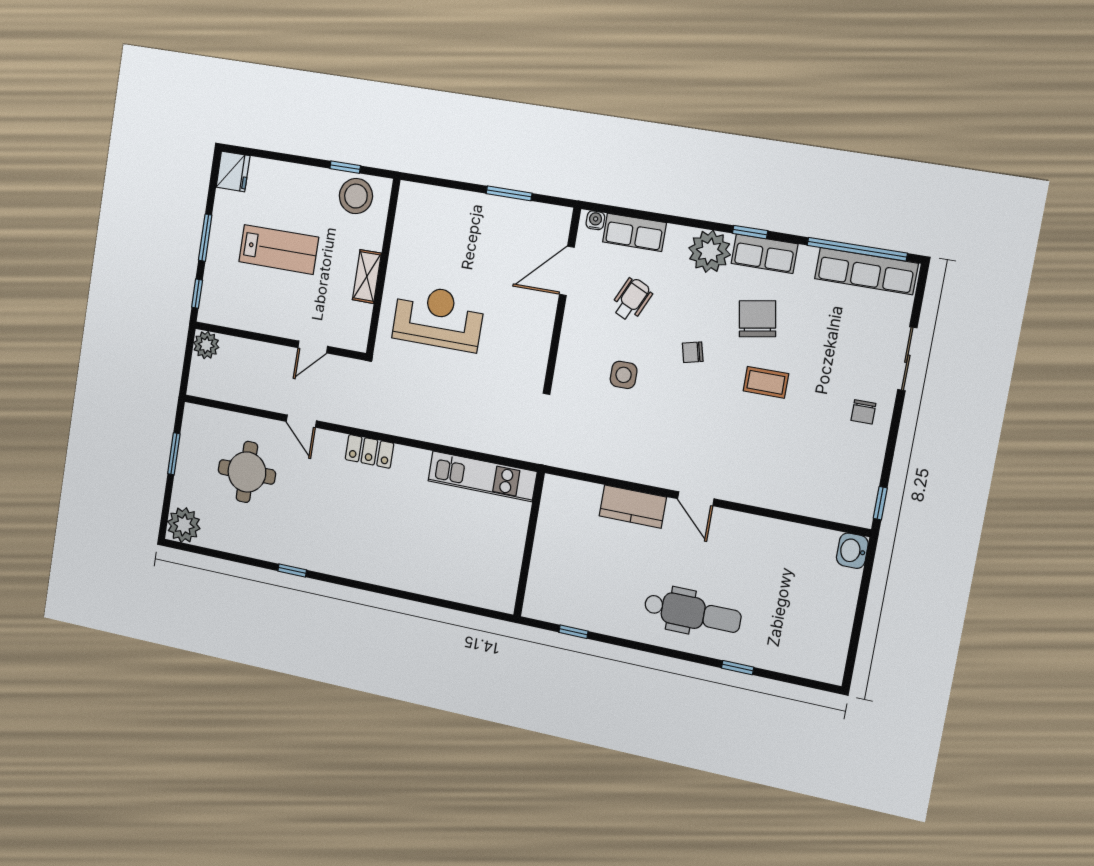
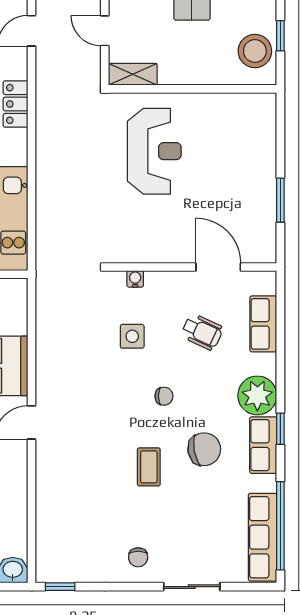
water cooler: (595, 220) -> (135, 279), moved, turned -90
shelving: (367, 277) -> (133, 74), moved
chair: (693, 352) -> (164, 396), turned 104
chair: (863, 412) -> (138, 557), turned -90

